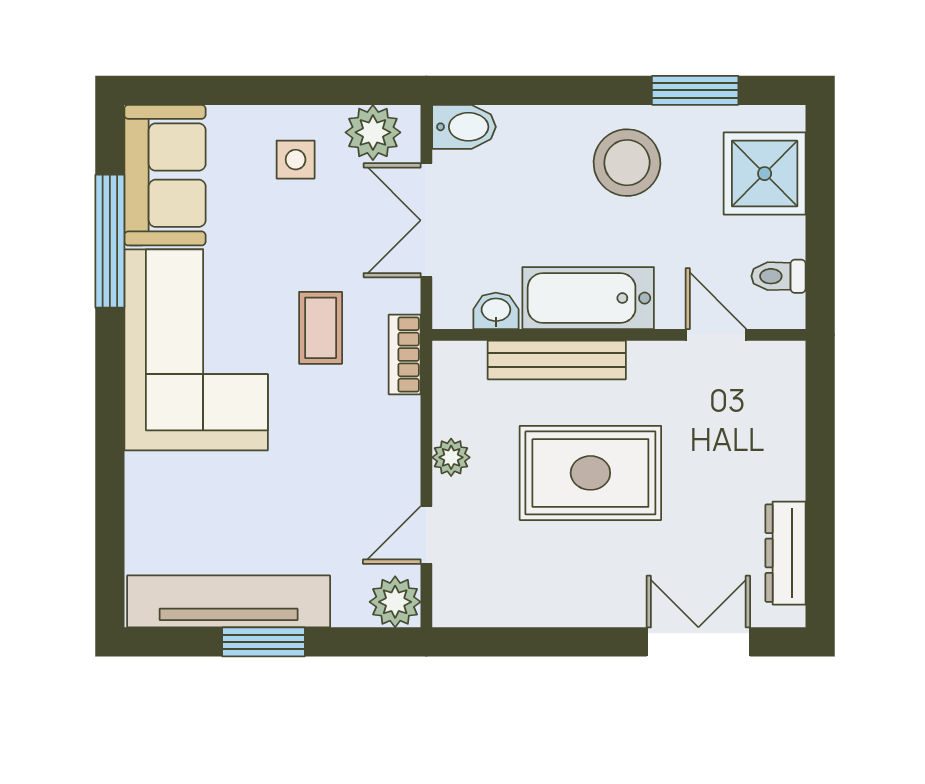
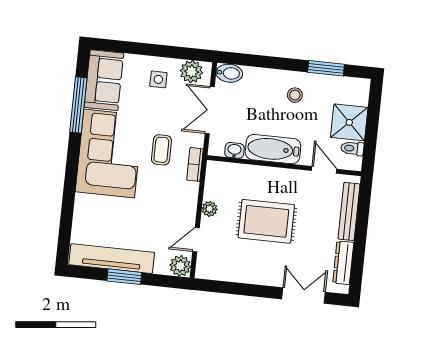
stool: (627, 163) -> (295, 95), width x0.53, depth x0.53
shower: (765, 174) -> (349, 122), moved
bench: (557, 360) -> (349, 211), moved, turned 90

